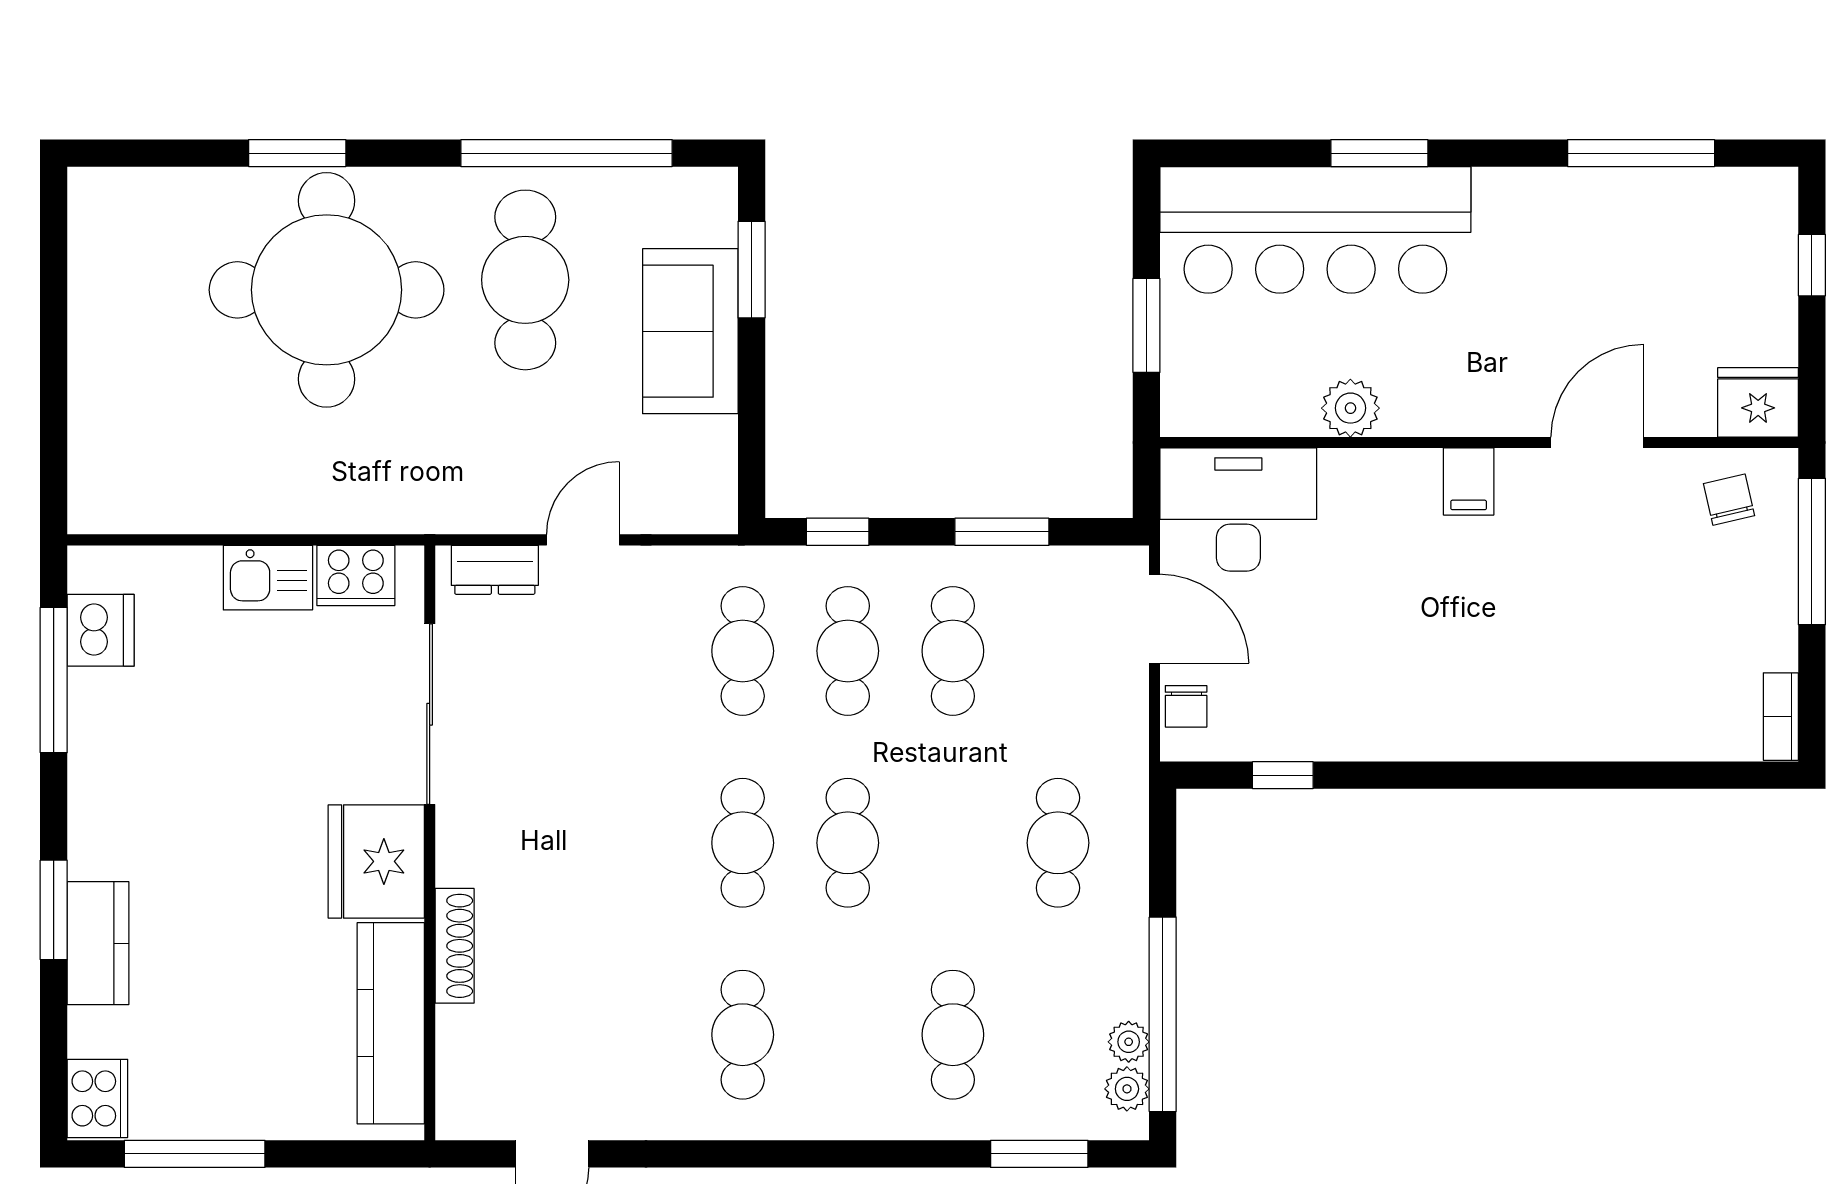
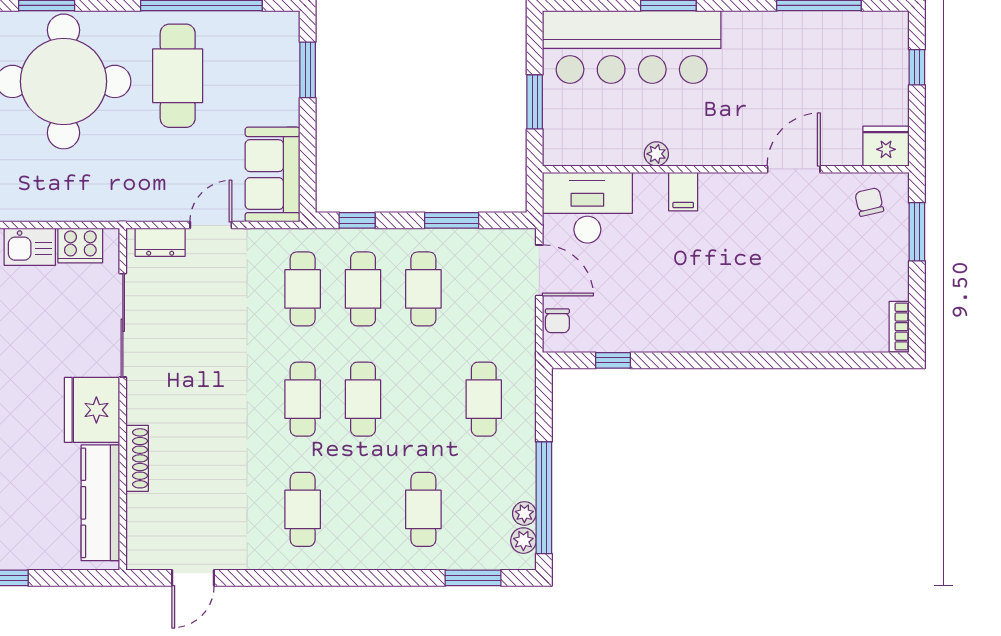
sofa: (690, 331) -> (273, 175), moved
plant: (1350, 408) -> (656, 154), width x0.73, depth x0.73
filing cabinet: (1469, 481) -> (683, 192), moved
window: (1812, 552) -> (917, 232), width x0.69

